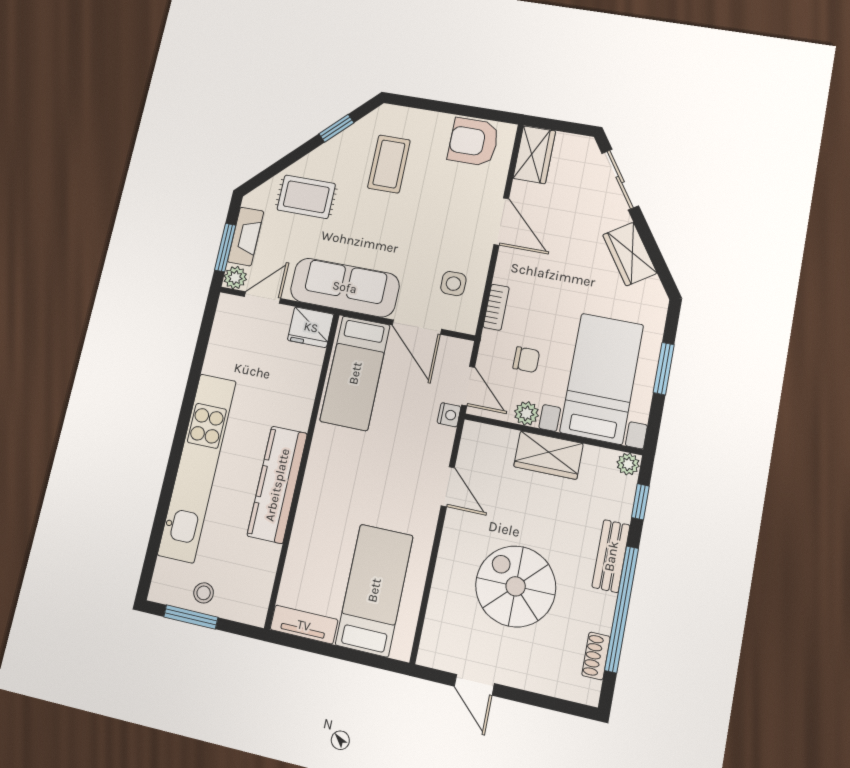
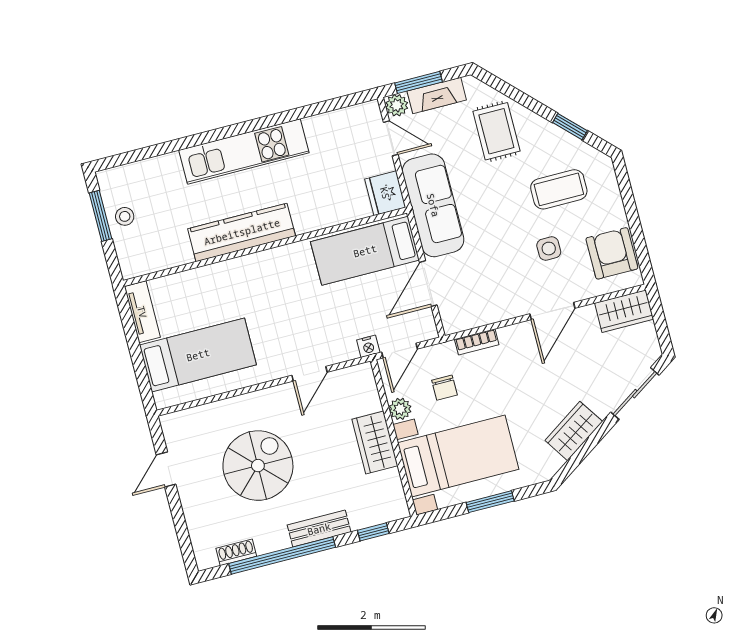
side table: (453, 284) -> (549, 249), moved
plant: (628, 464) -> (399, 509), removed
kitchen unit: (197, 467) -> (244, 151), width x0.73

